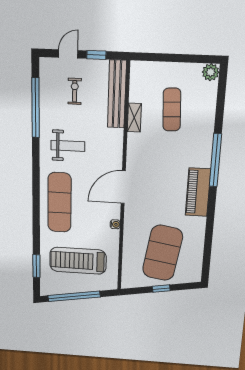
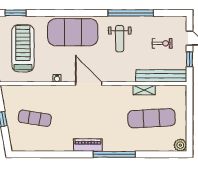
window: (36, 108) -> (131, 13), moved
exercise mat: (172, 110) -> (151, 118), width x1.36, depth x1.45
piano: (198, 192) -> (88, 145), width x0.73, depth x0.75
exercise mat: (59, 202) -> (73, 32), width x1.47
exercise mat: (163, 253) -> (35, 118), width x0.50, depth x0.69

